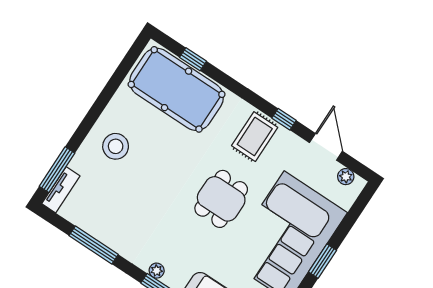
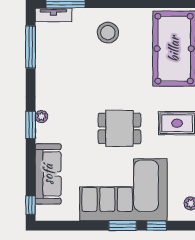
window: (345, 227) -> (156, 226), added
window: (94, 245) -> (31, 47), moved

